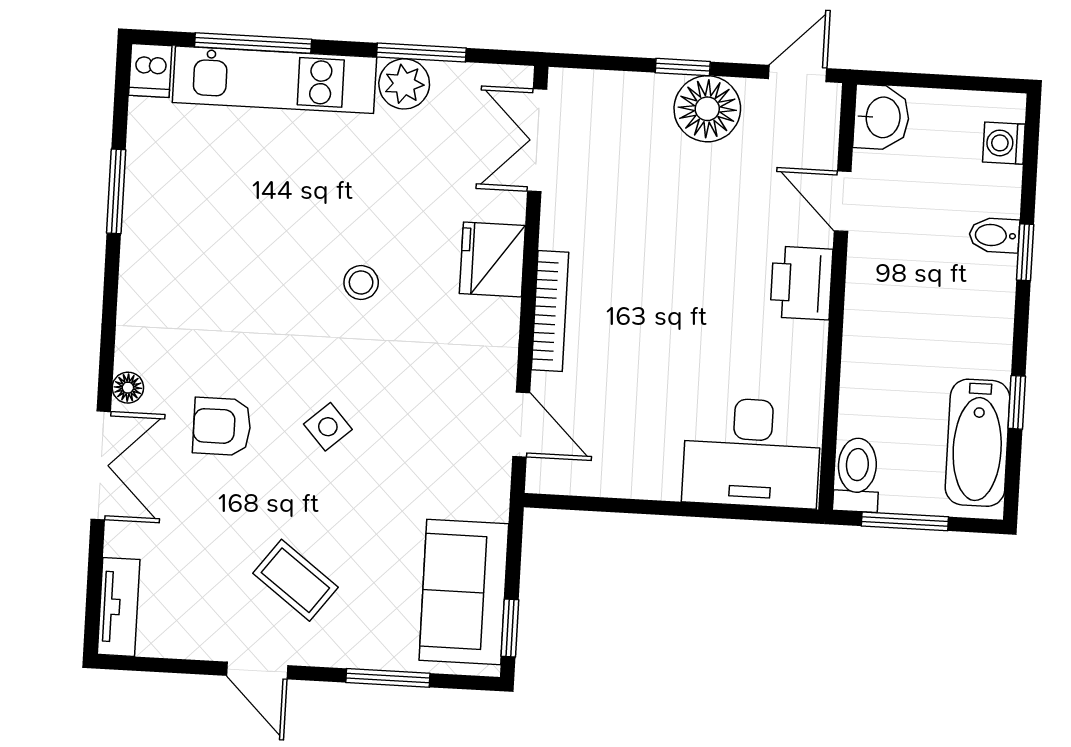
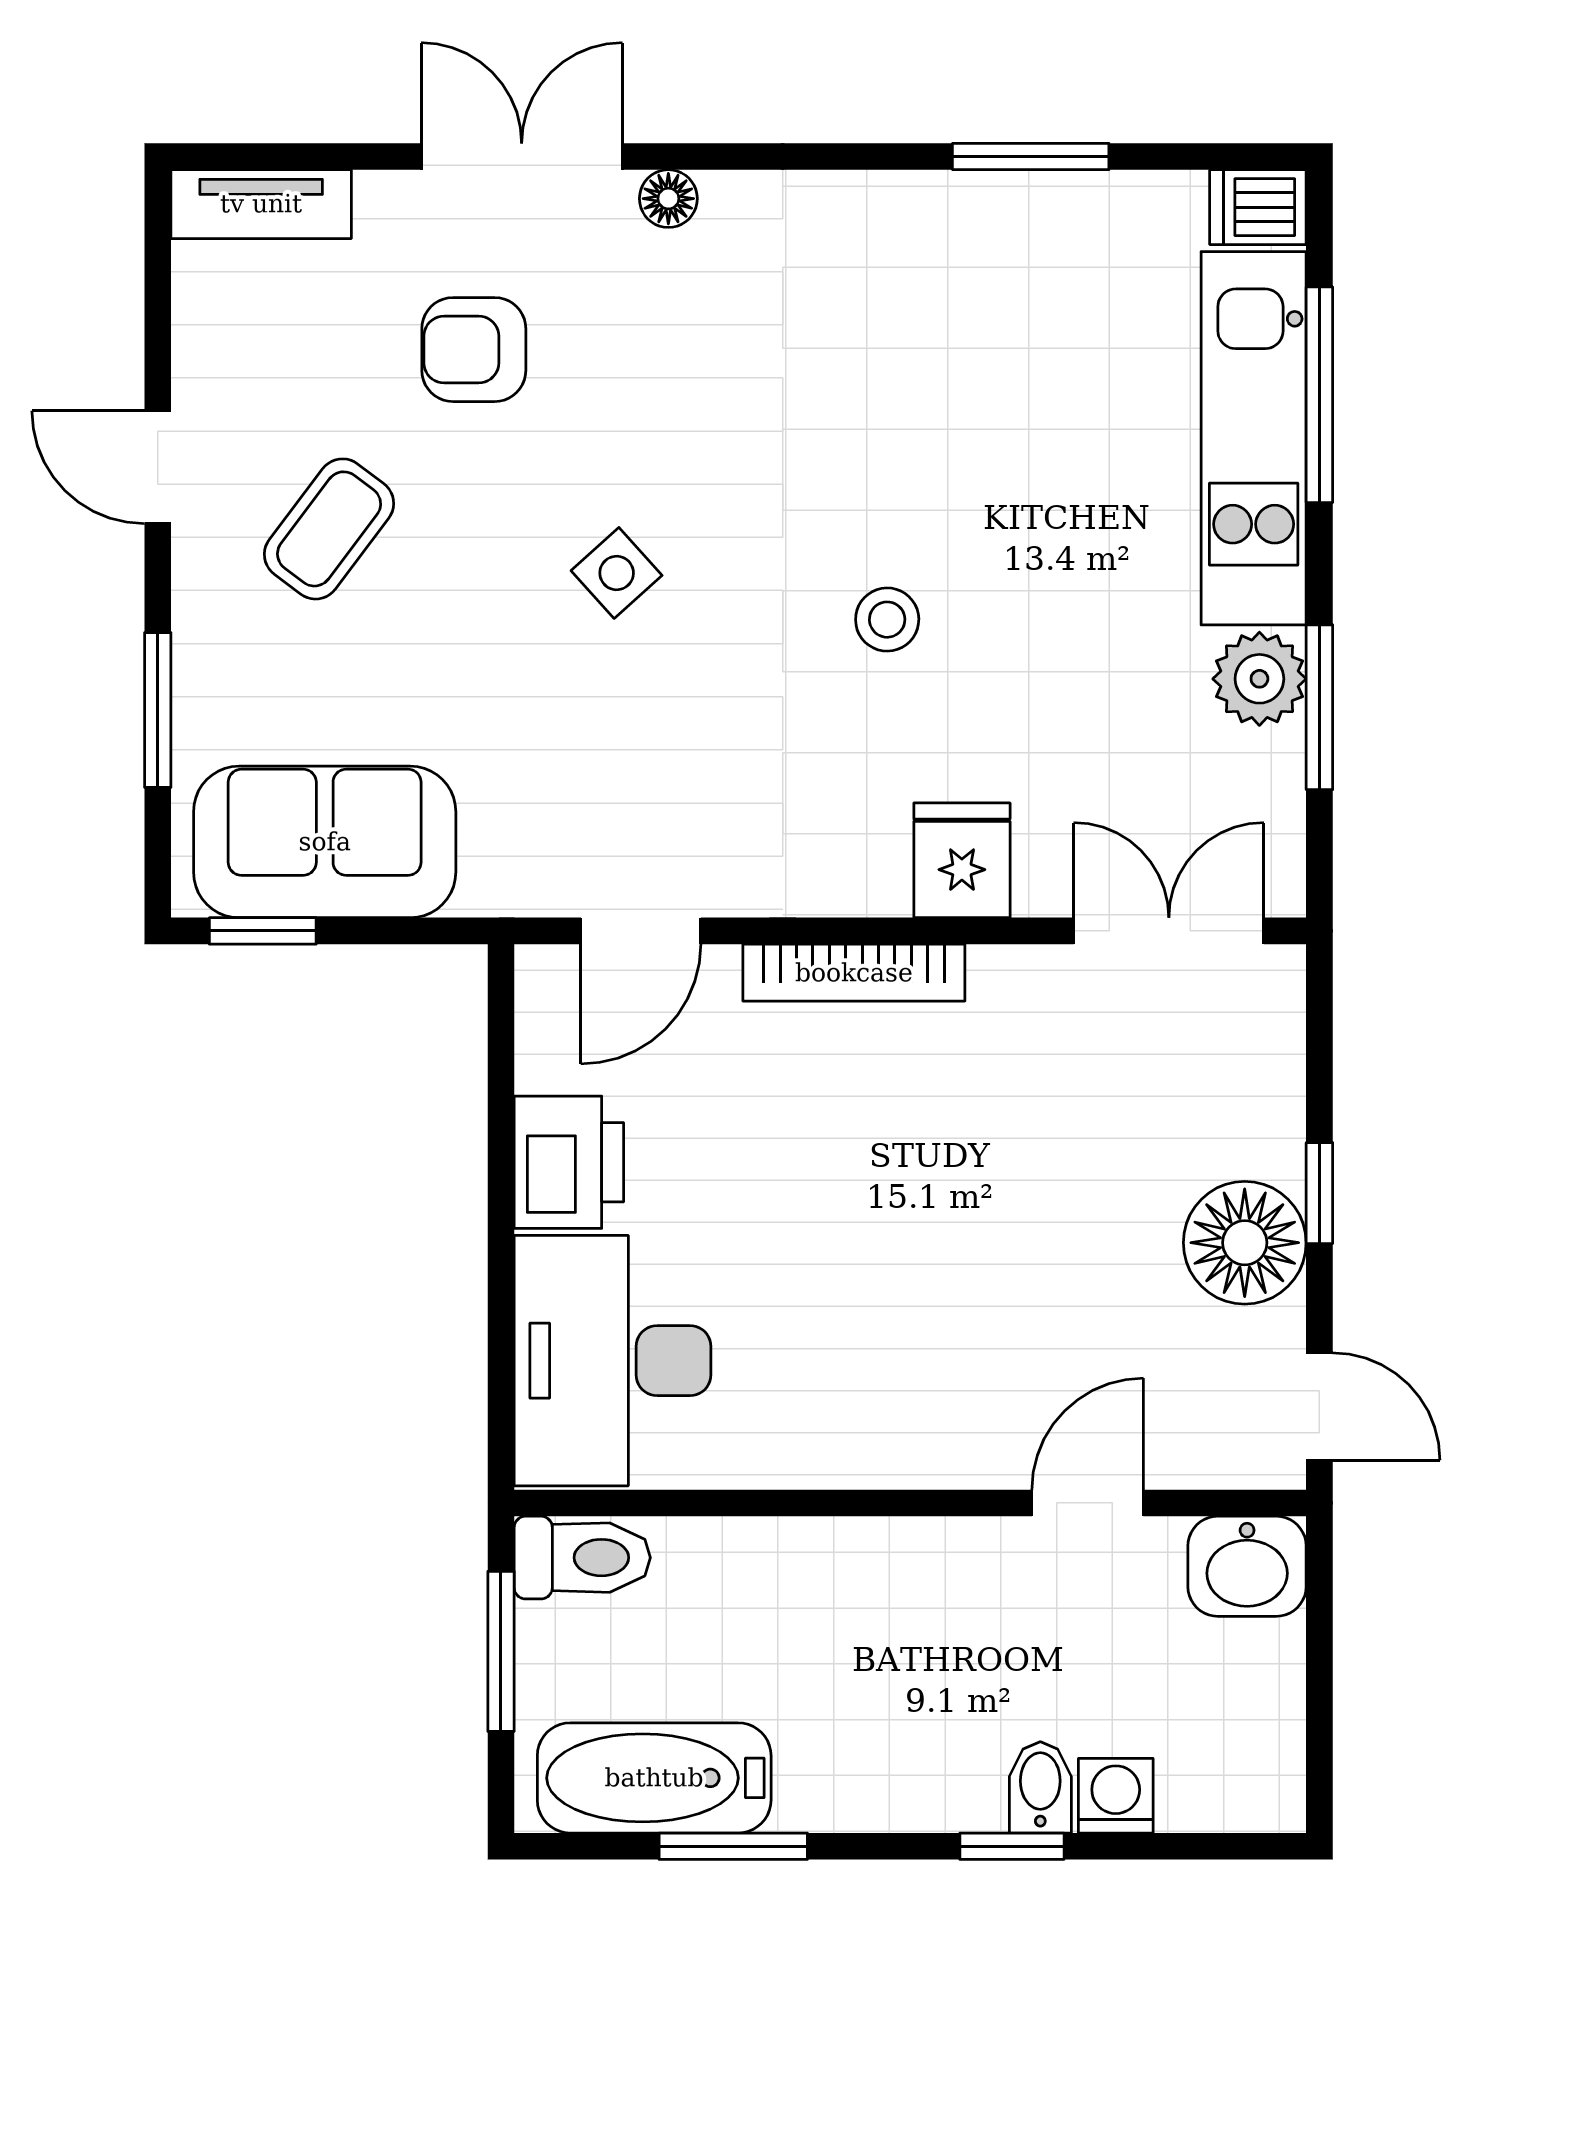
washing machine: (1004, 143) -> (1116, 1796), moved
fridge: (492, 259) -> (962, 860), width x0.72
printer: (801, 283) -> (569, 1162), moved, turned 90
window: (1017, 402) -> (733, 1846), width x1.50
armchair: (222, 426) -> (474, 350), moved, turned -90
double door: (101, 465) -> (522, 156), swing flipped
door: (257, 671) -> (158, 467), hinge flipped

